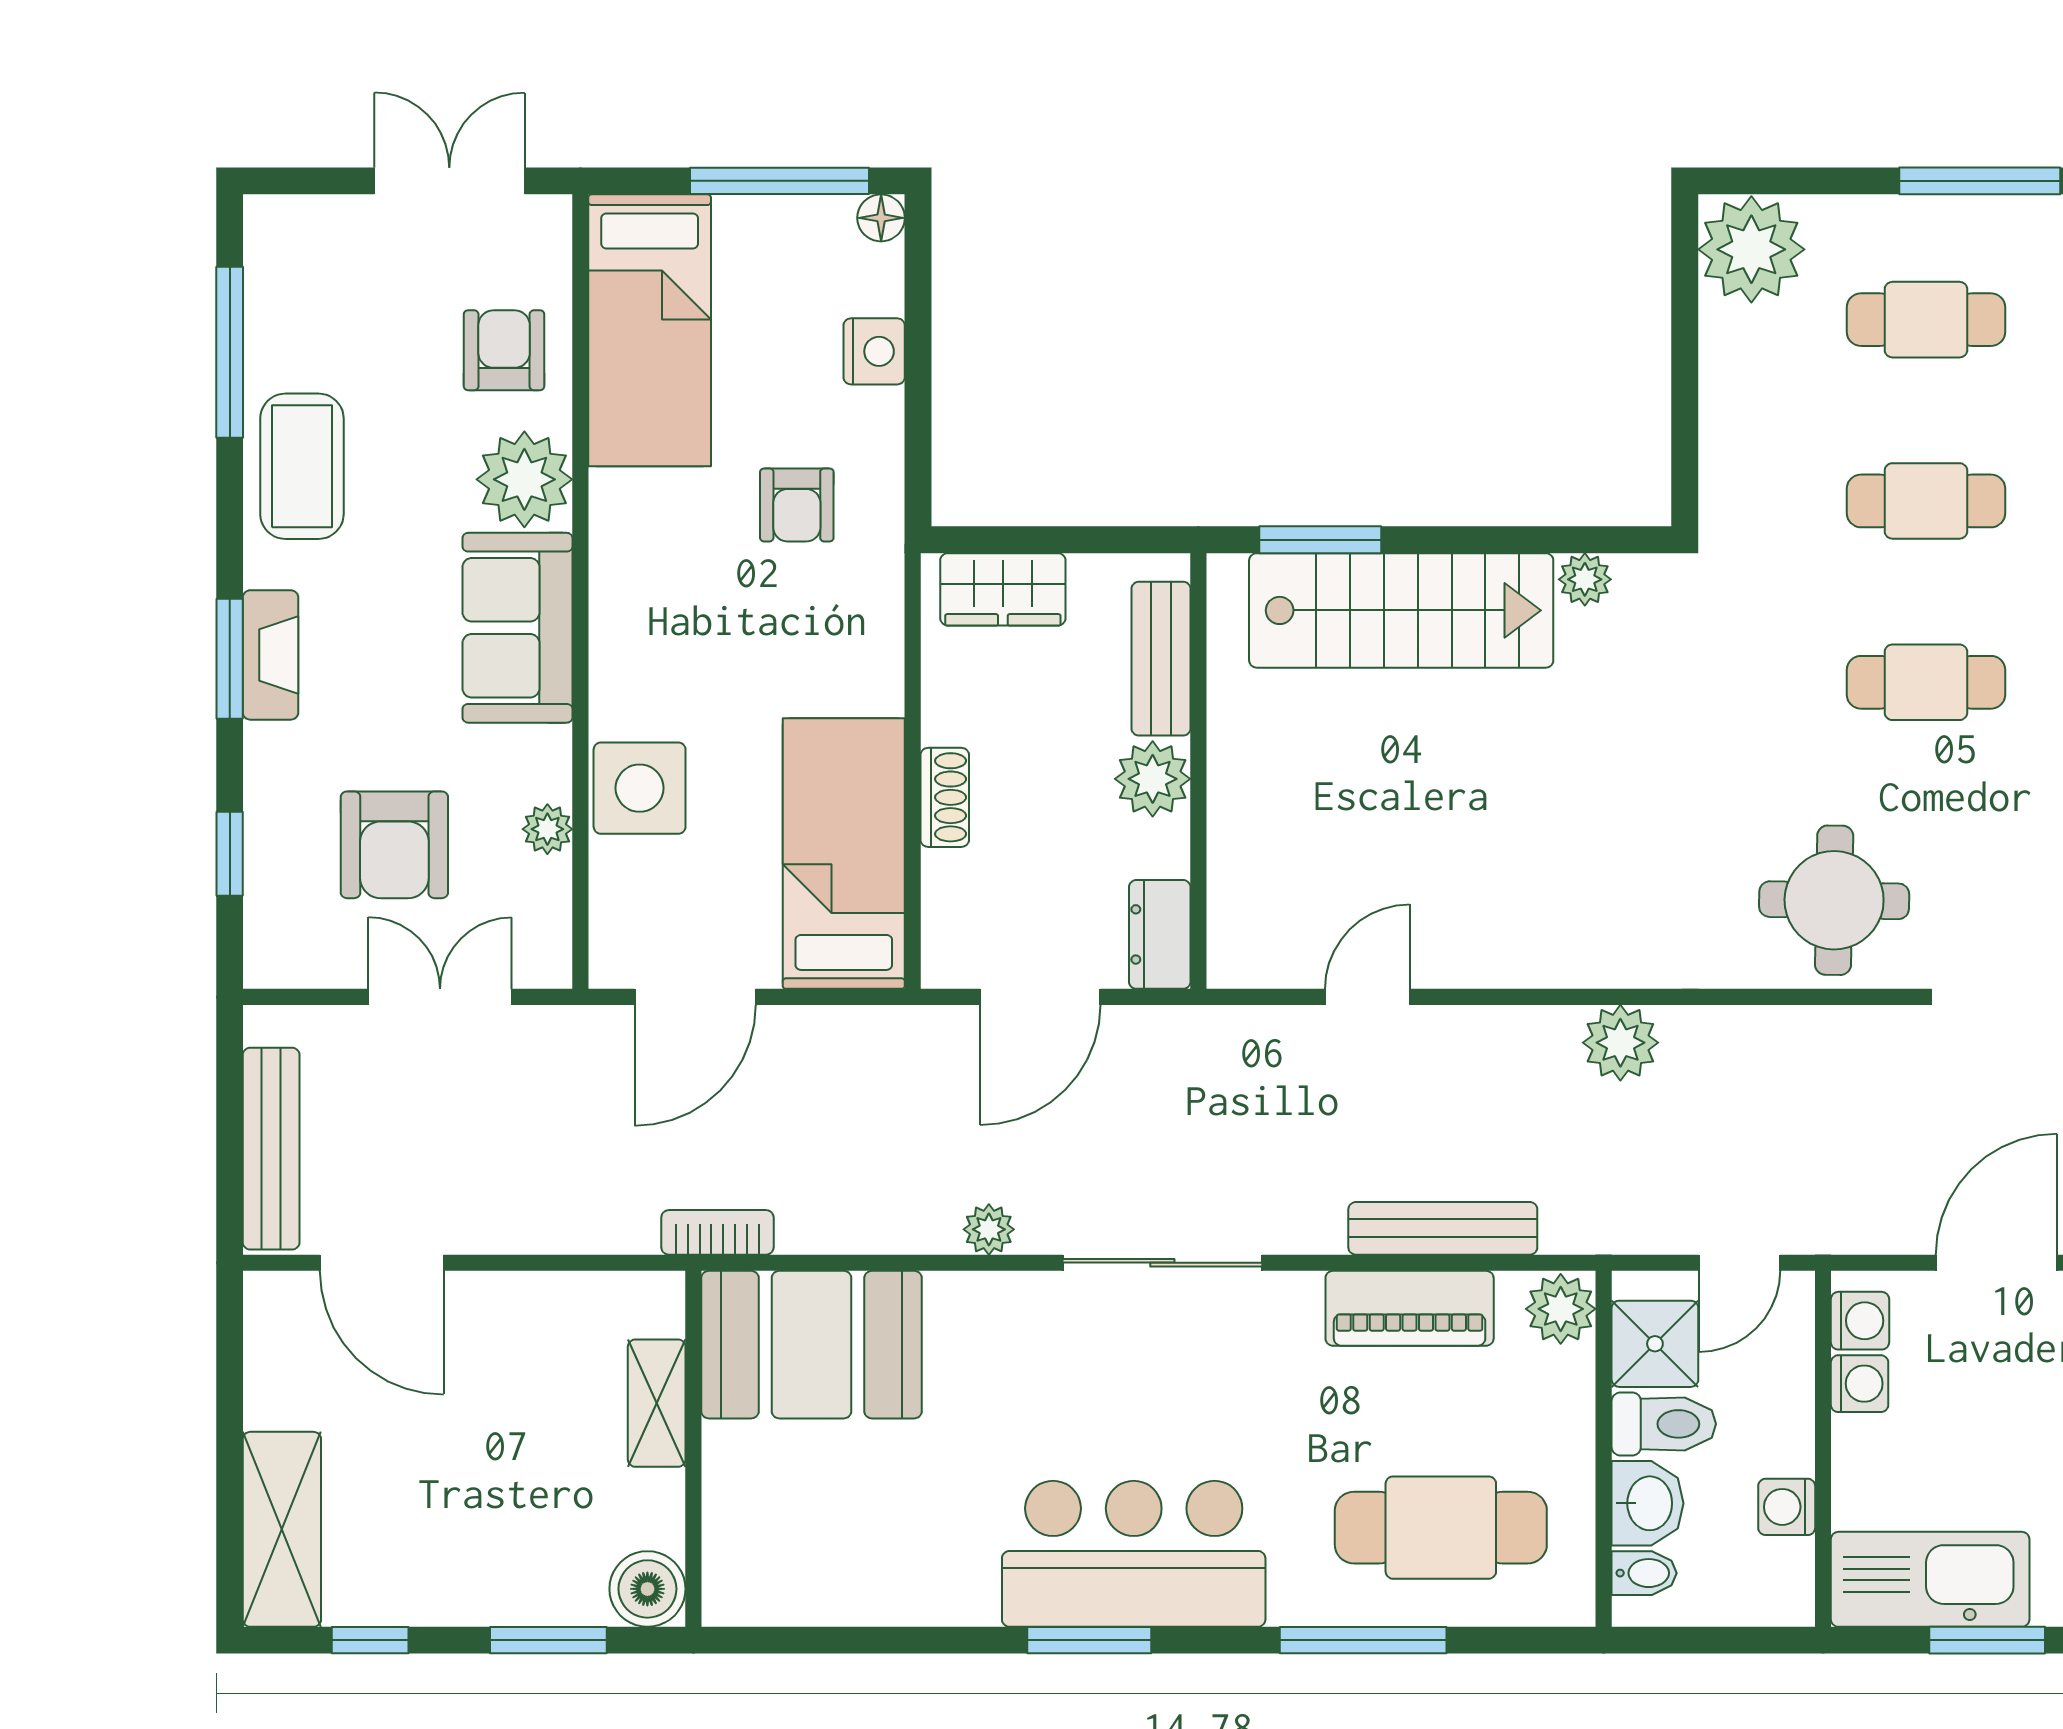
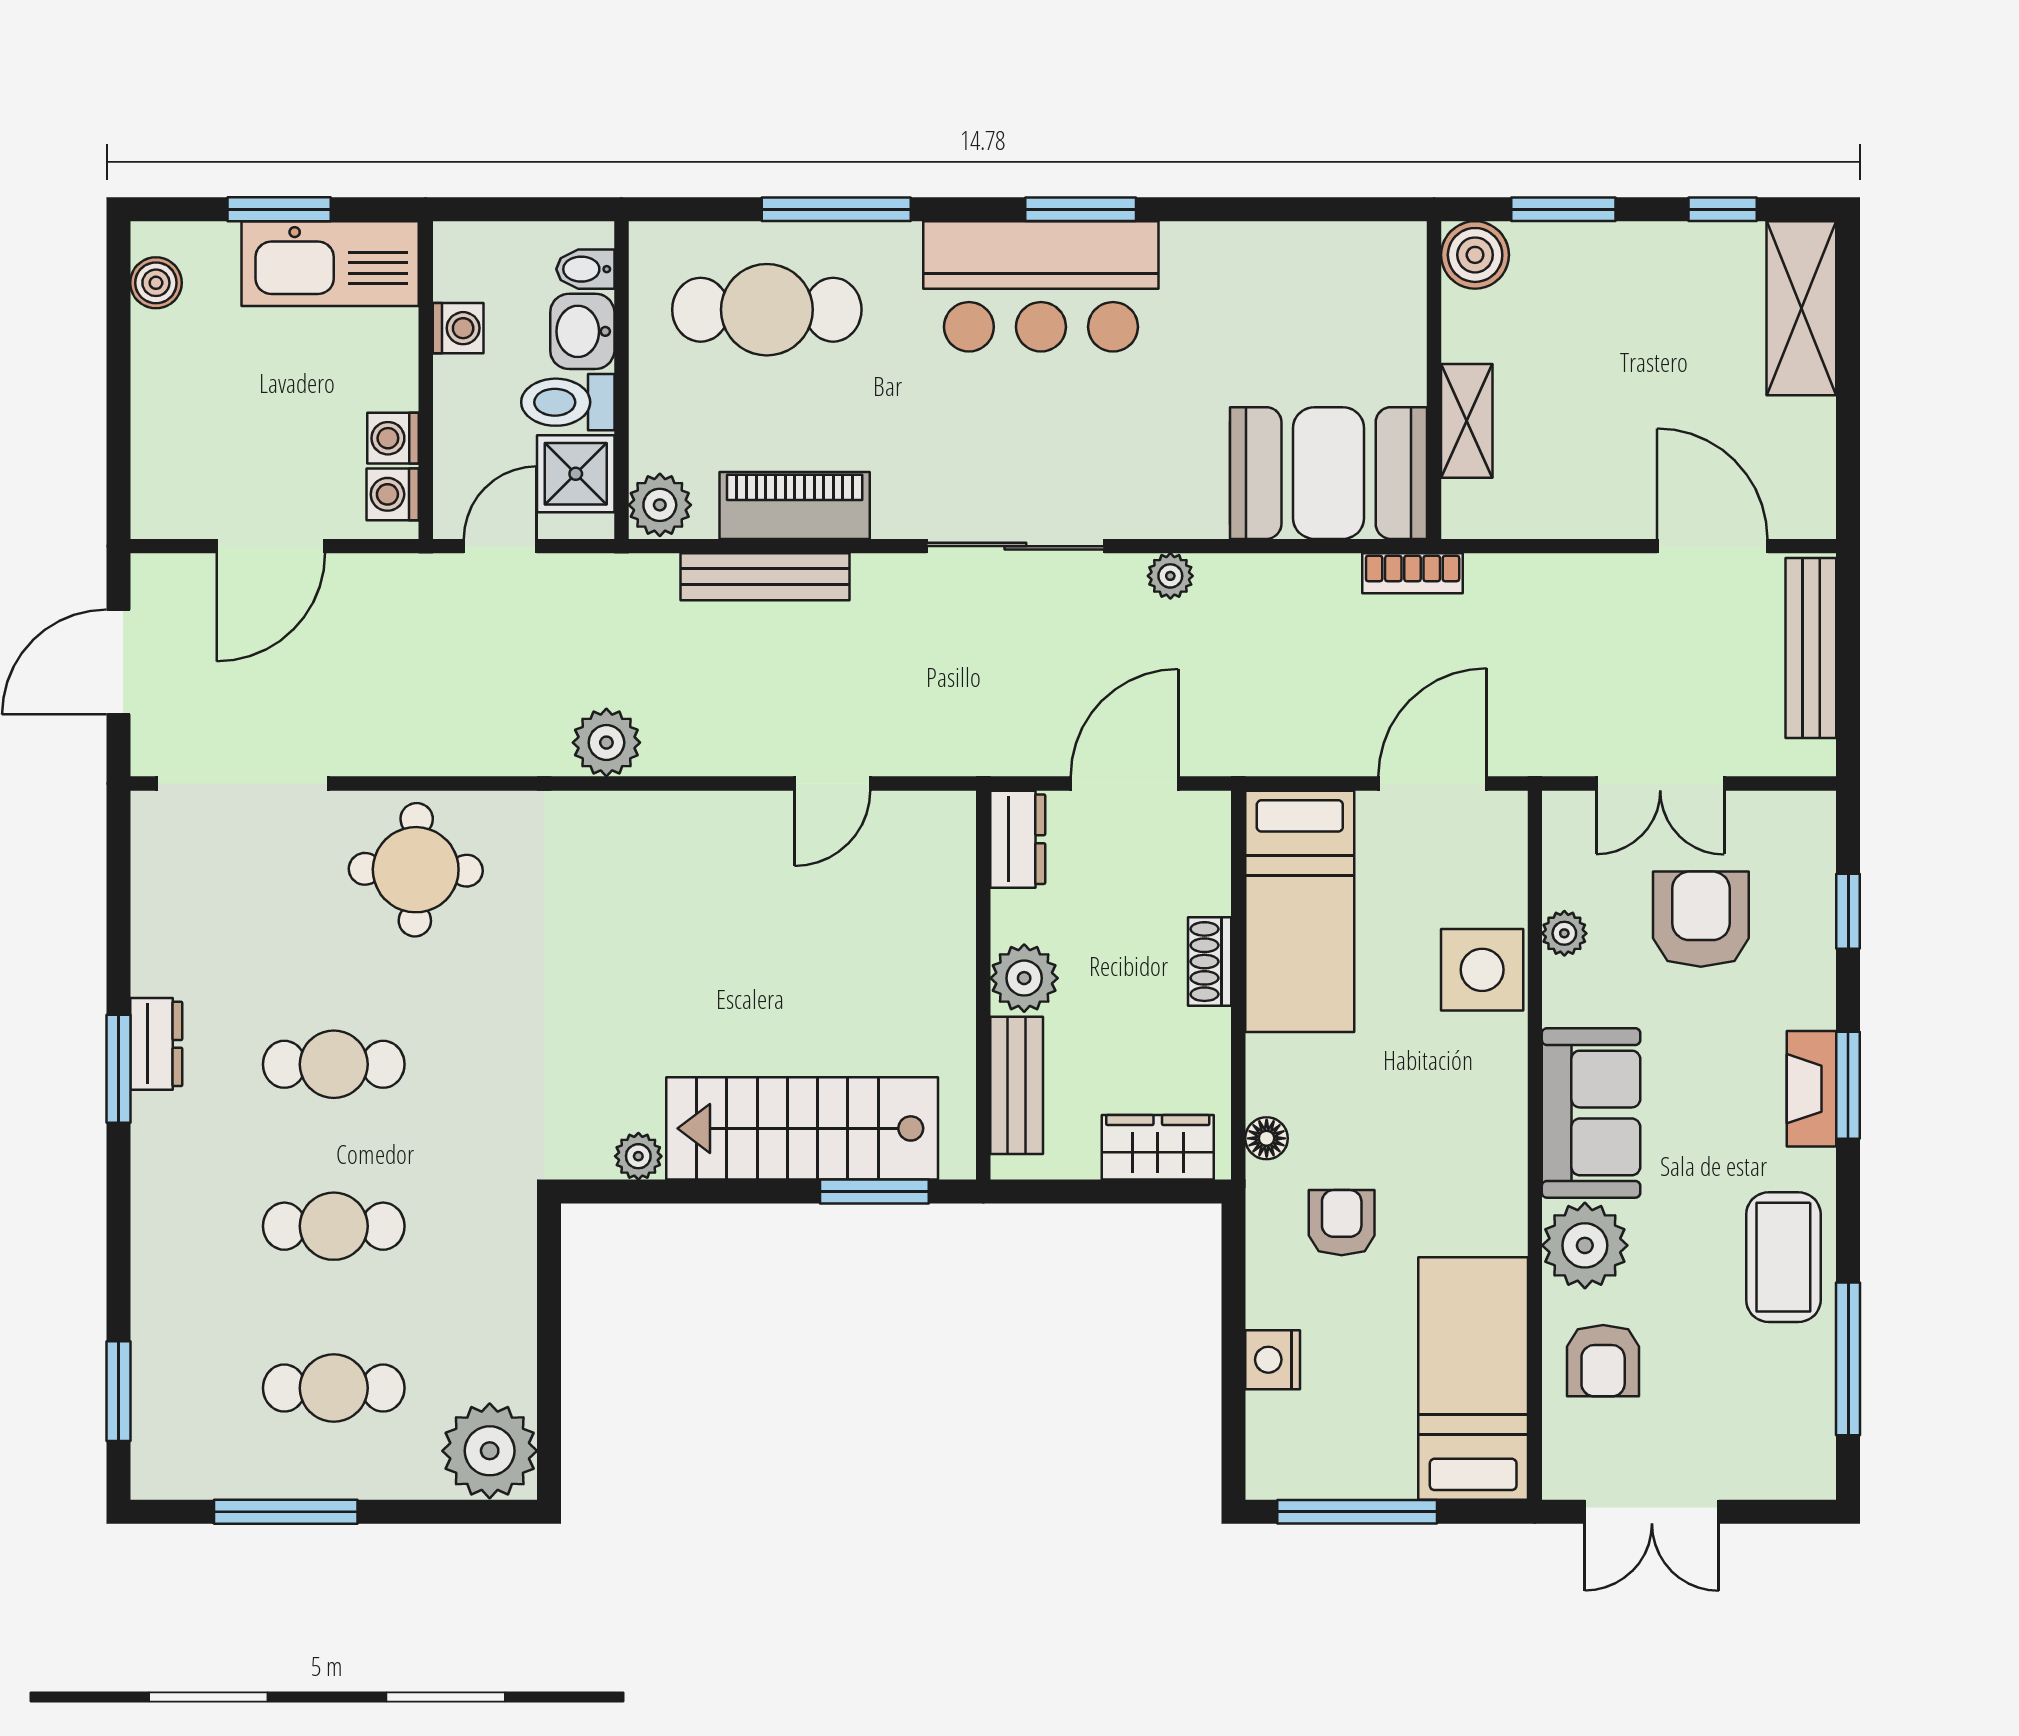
floor lamp: (881, 218) -> (1267, 1138), moved

